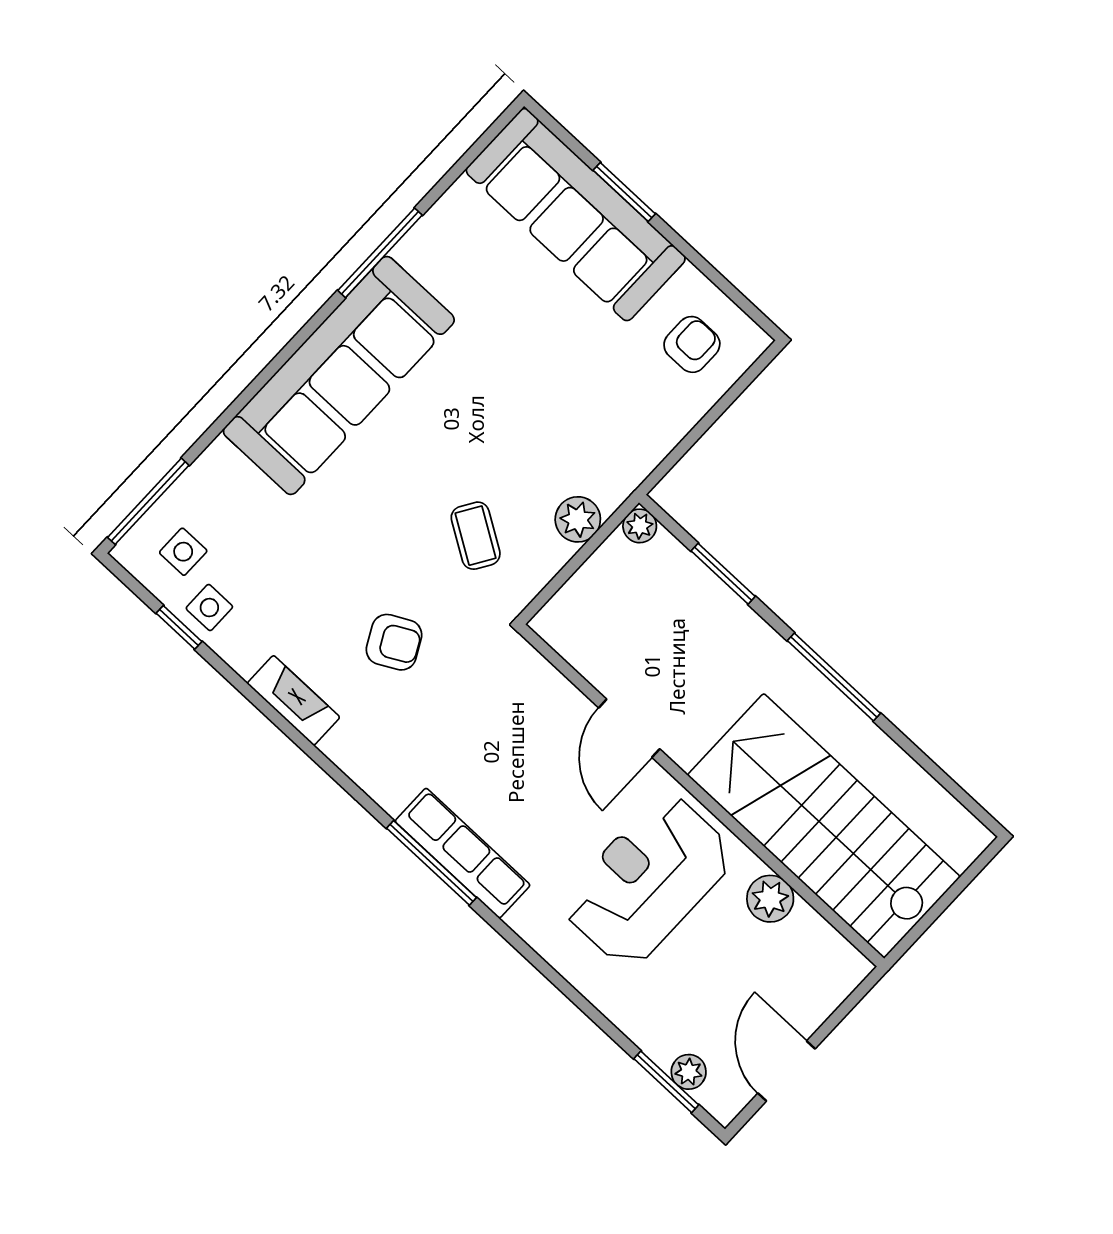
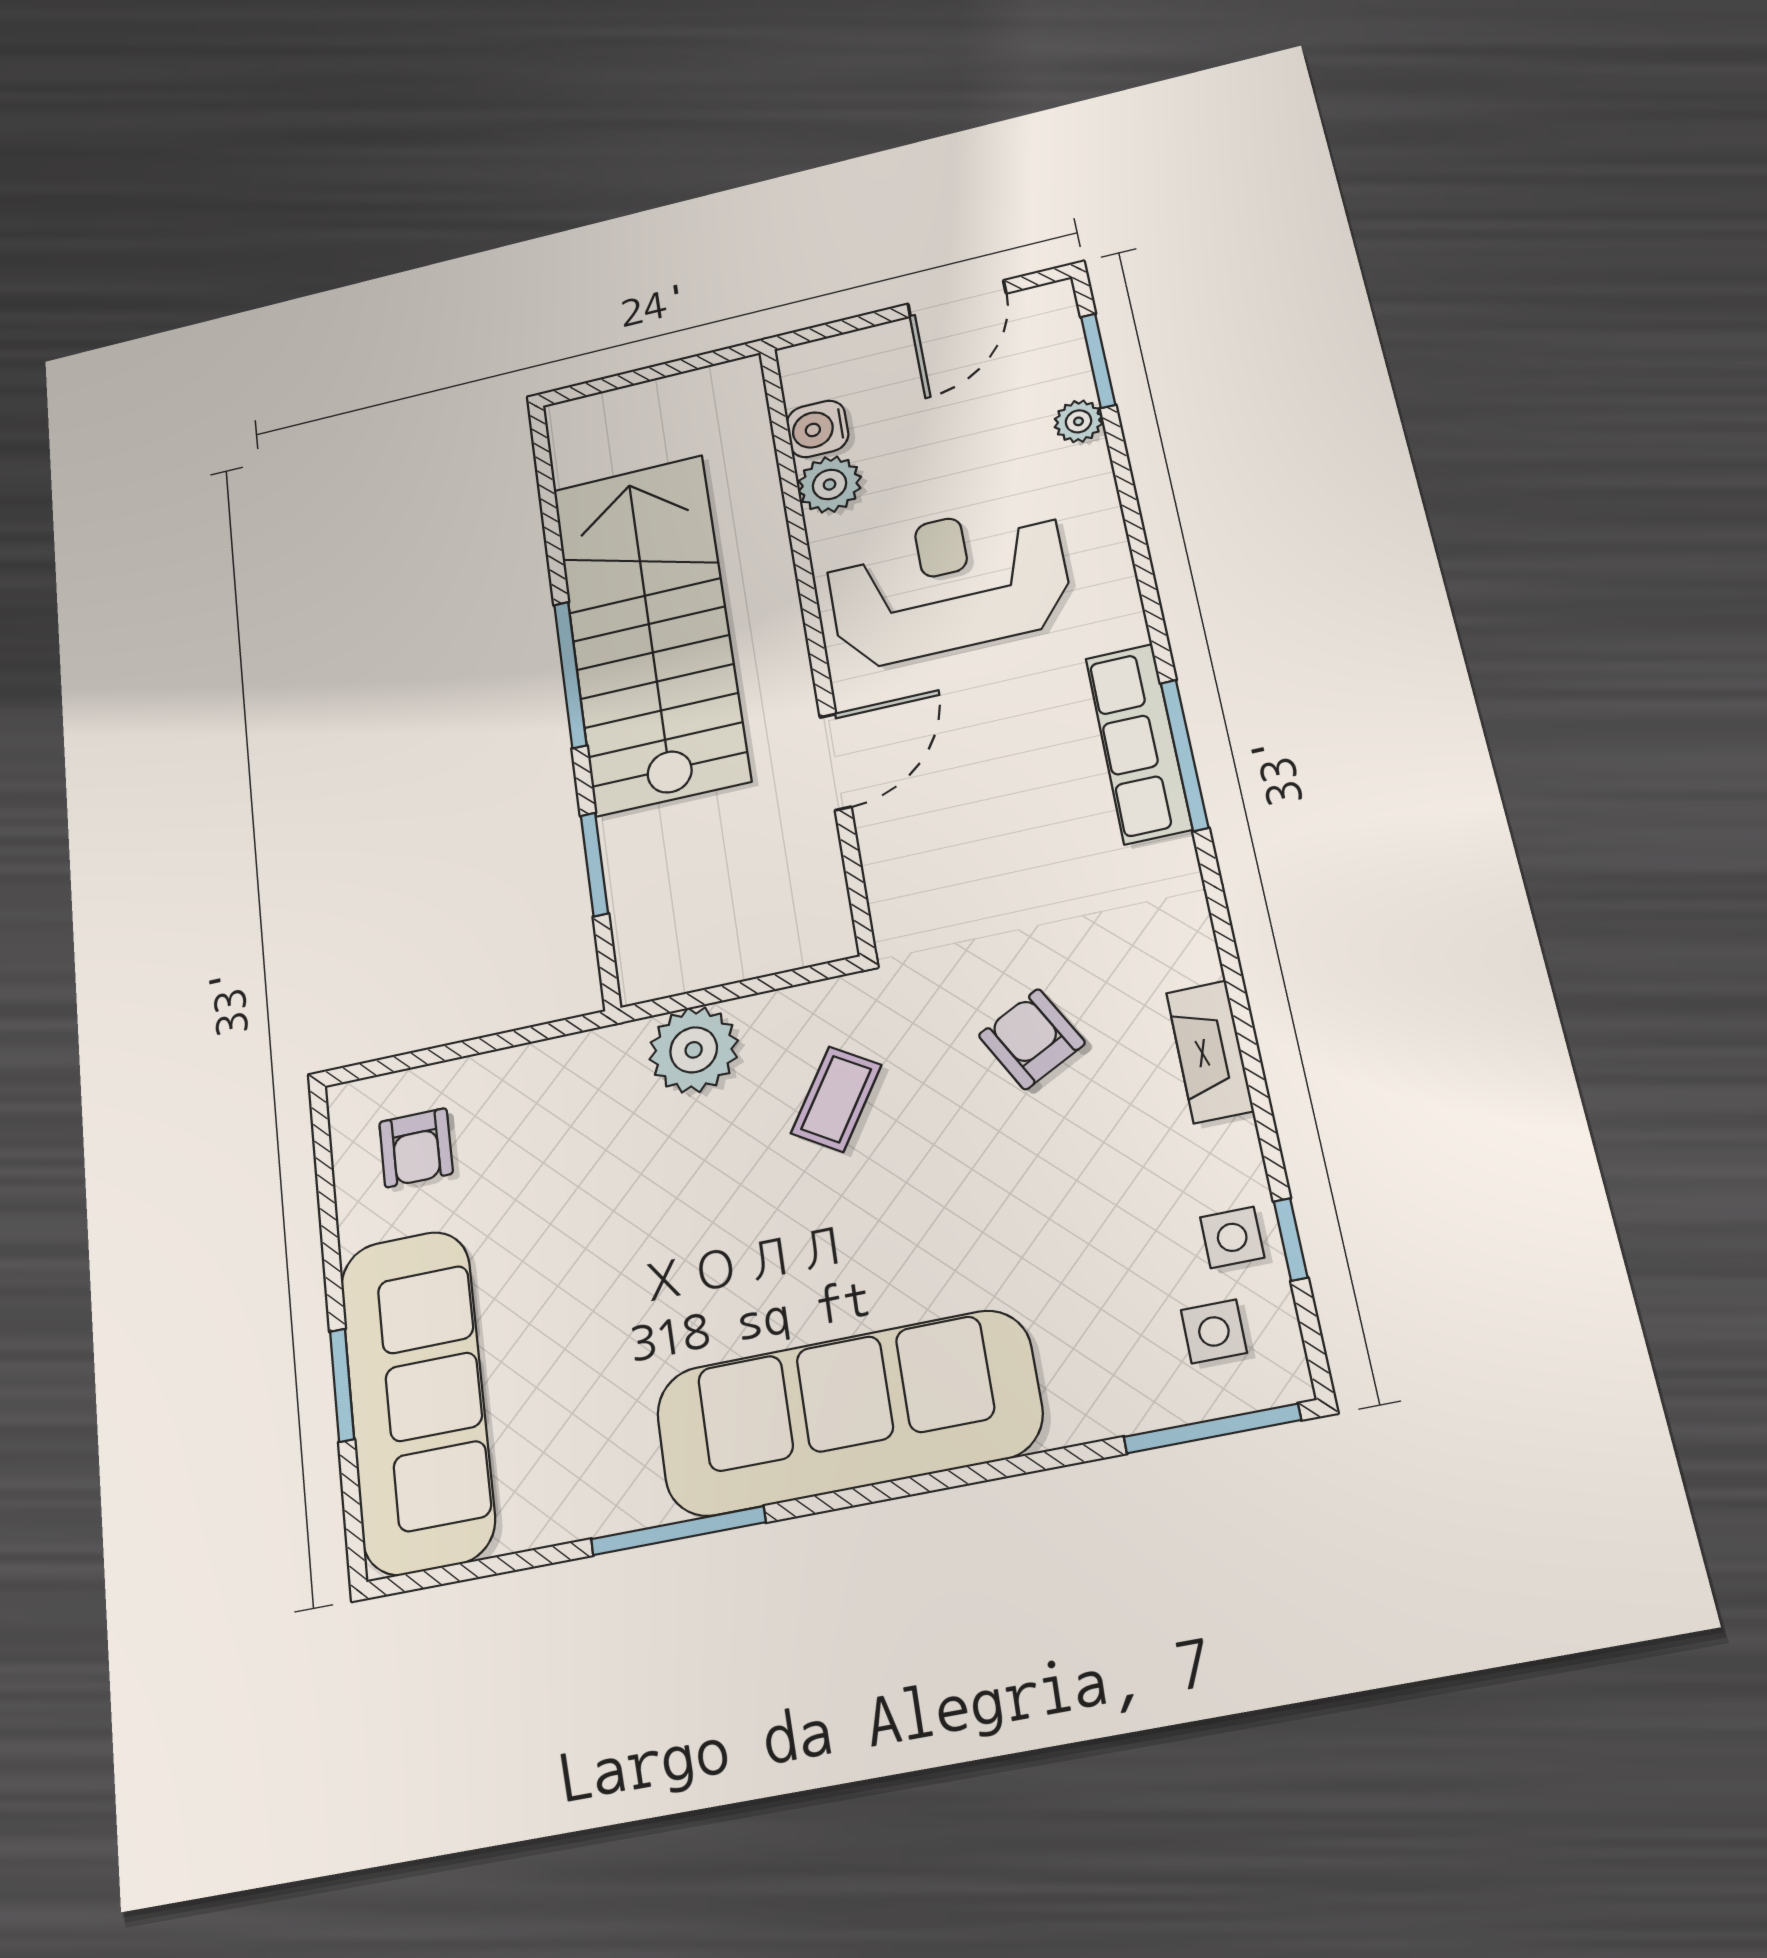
armchair: (692, 344) -> (416, 1148), turned -90
plant: (578, 519) -> (694, 1050), width x1.36, depth x1.36
plant: (640, 526) -> (641, 980), removed
stairs: (824, 826) -> (650, 632), moved, turned 180
reception desk: (648, 880) -> (948, 584), turned 180
water cooler: (807, 930) -> (817, 429), added
plant: (689, 1072) -> (1078, 421), moved

